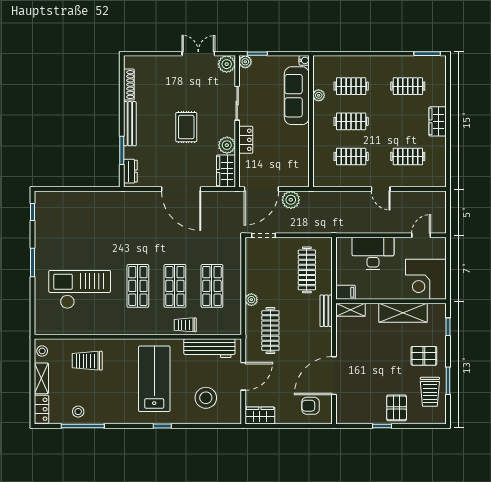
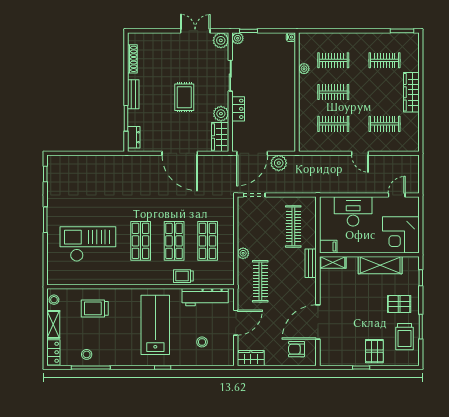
sofa: (297, 96) -> (284, 69), removed
wardrobe: (438, 121) -> (411, 92), width x1.50
bench: (130, 124) -> (133, 94), width x0.73
stool: (206, 398) -> (202, 342), width x0.53, depth x0.53

